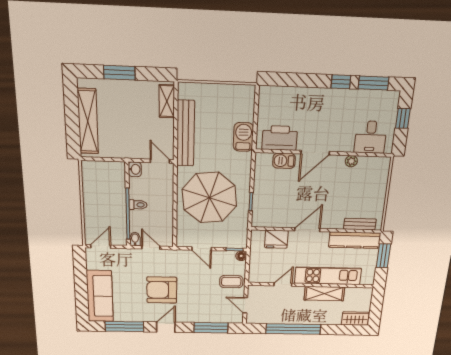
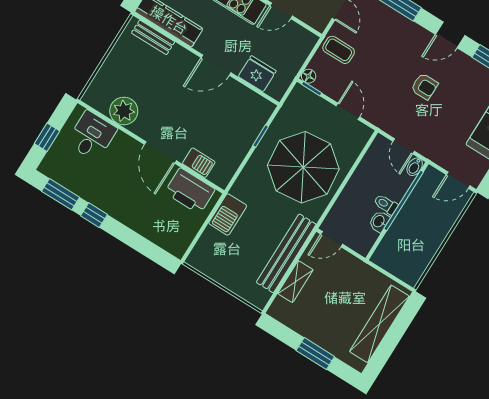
shelving: (167, 101) -> (295, 282), moved
door: (315, 153) -> (160, 152), swing flipped
door: (160, 161) -> (332, 239), hinge flipped
plant: (351, 161) -> (124, 111), width x1.87, depth x1.87
washbasin: (135, 169) -> (379, 221), moved
armchair: (162, 290) -> (424, 86), width x0.53, depth x0.53

